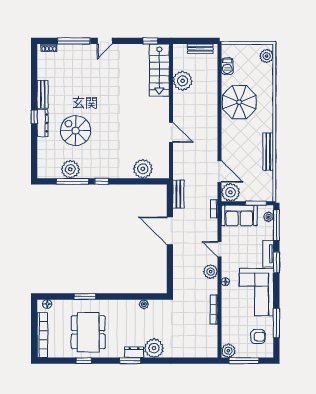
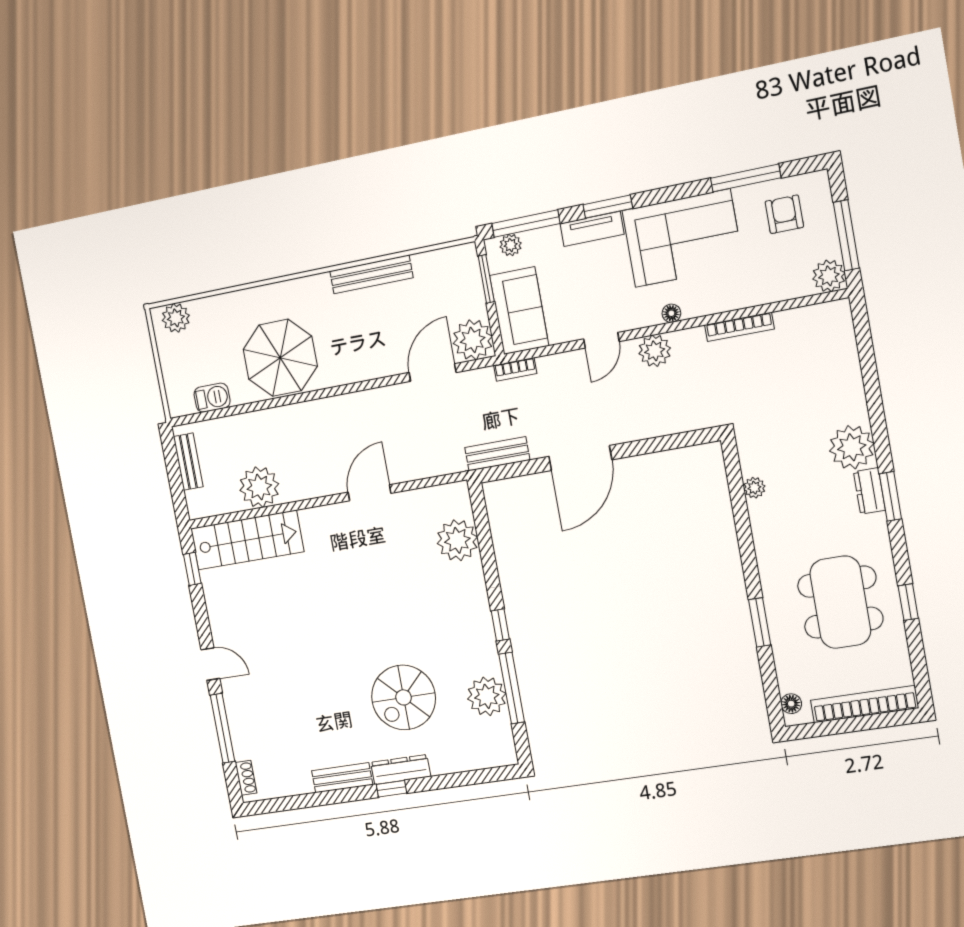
dining table: (88, 332) -> (840, 602), turned 90

